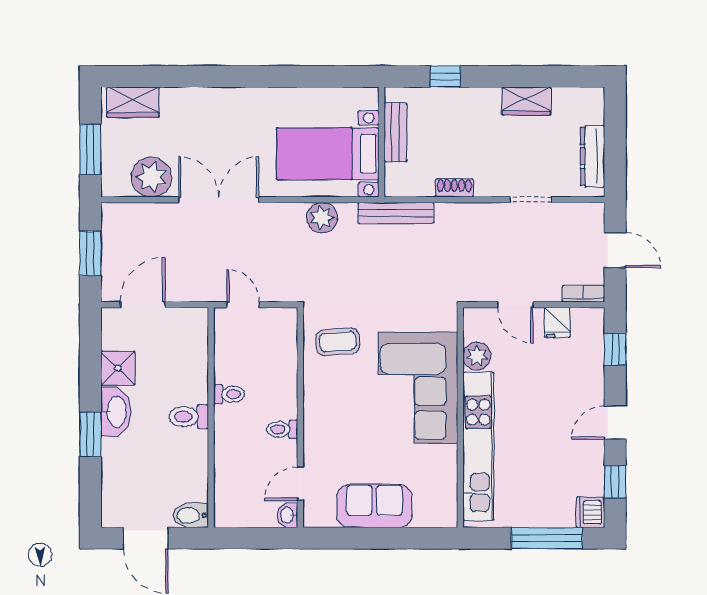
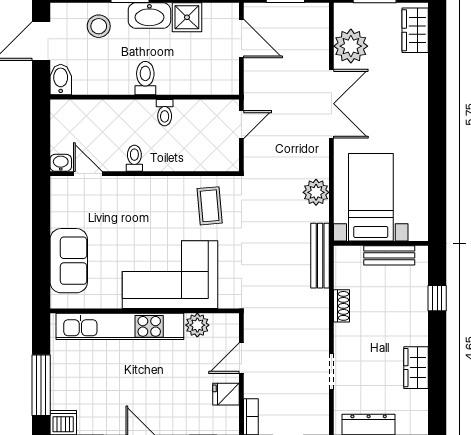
stool: (128, 471) -> (99, 26), added
sofa: (374, 506) -> (69, 261), moved

